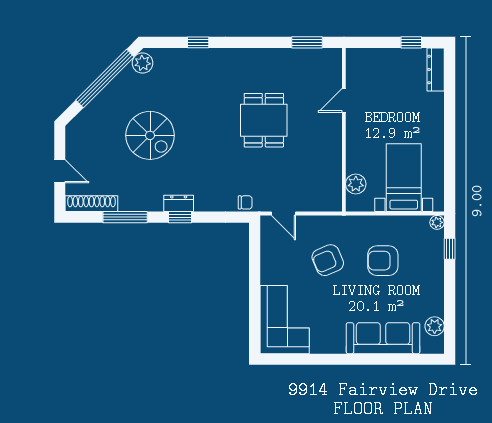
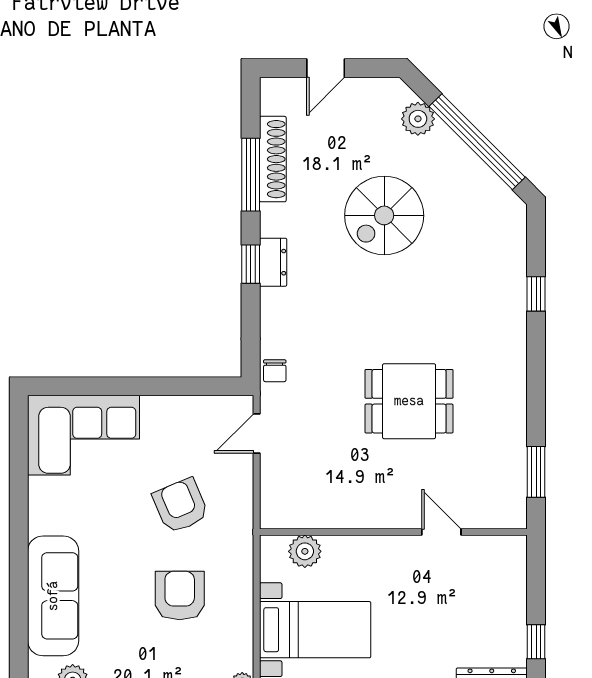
plant: (143, 63) -> (418, 119), moved
shoe rack: (91, 204) -> (273, 159), moved

